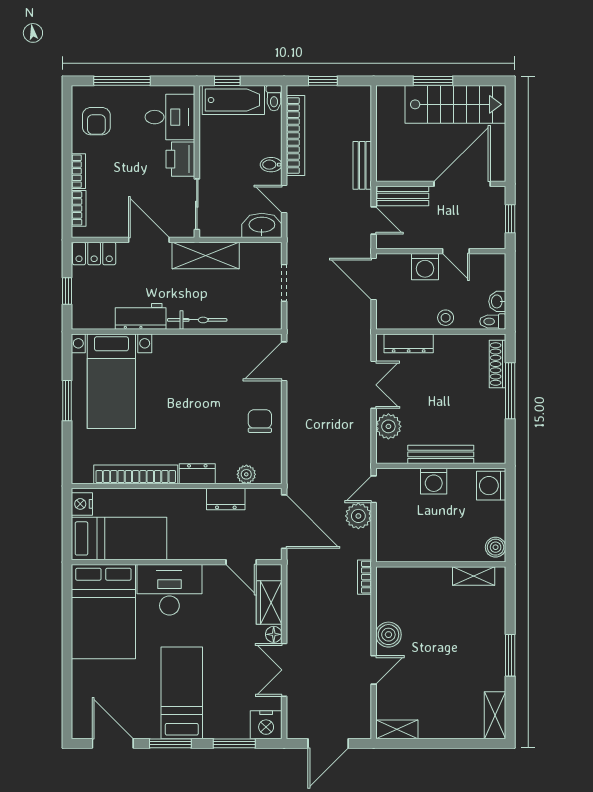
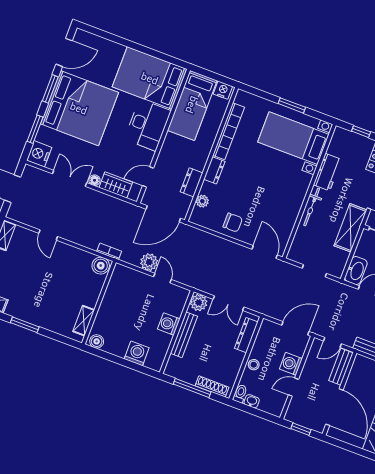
bench: (441, 454) -> (184, 335), moved
wall: (441, 466) -> (177, 332), moved
washing machine: (434, 481) -> (169, 324), moved
boiler: (388, 635) -> (101, 266), moved
bed: (182, 693) -> (79, 108), width x2.04

